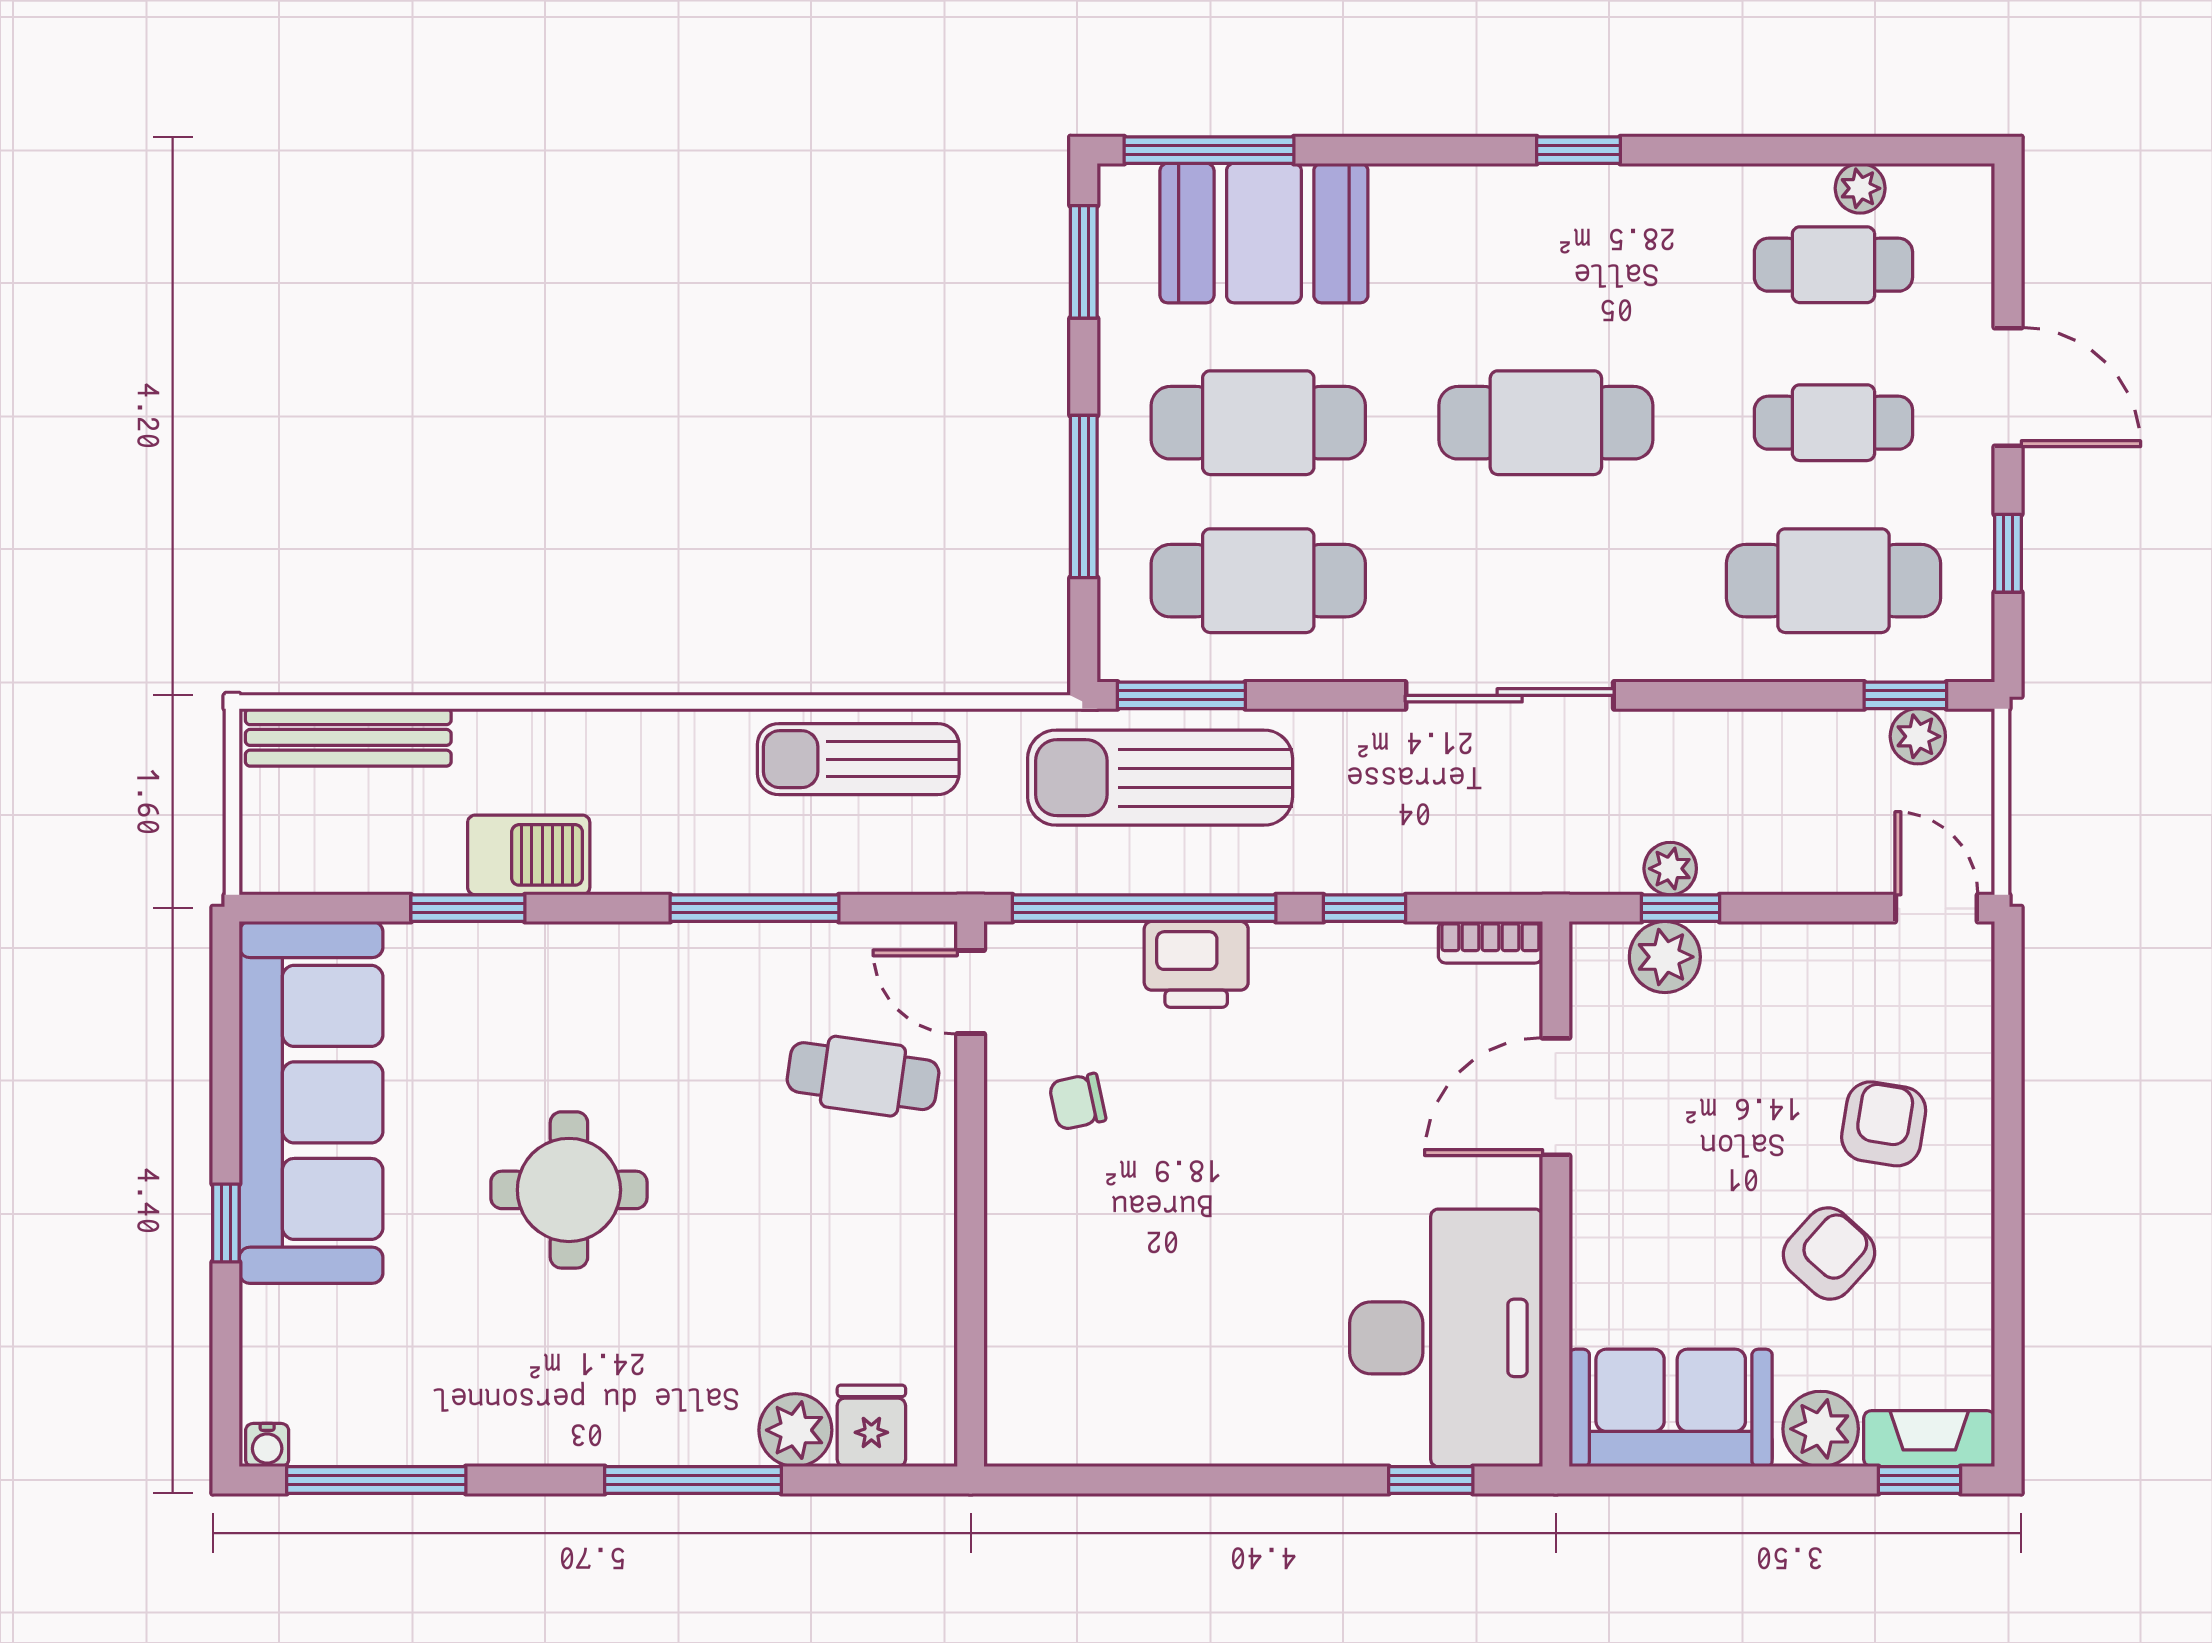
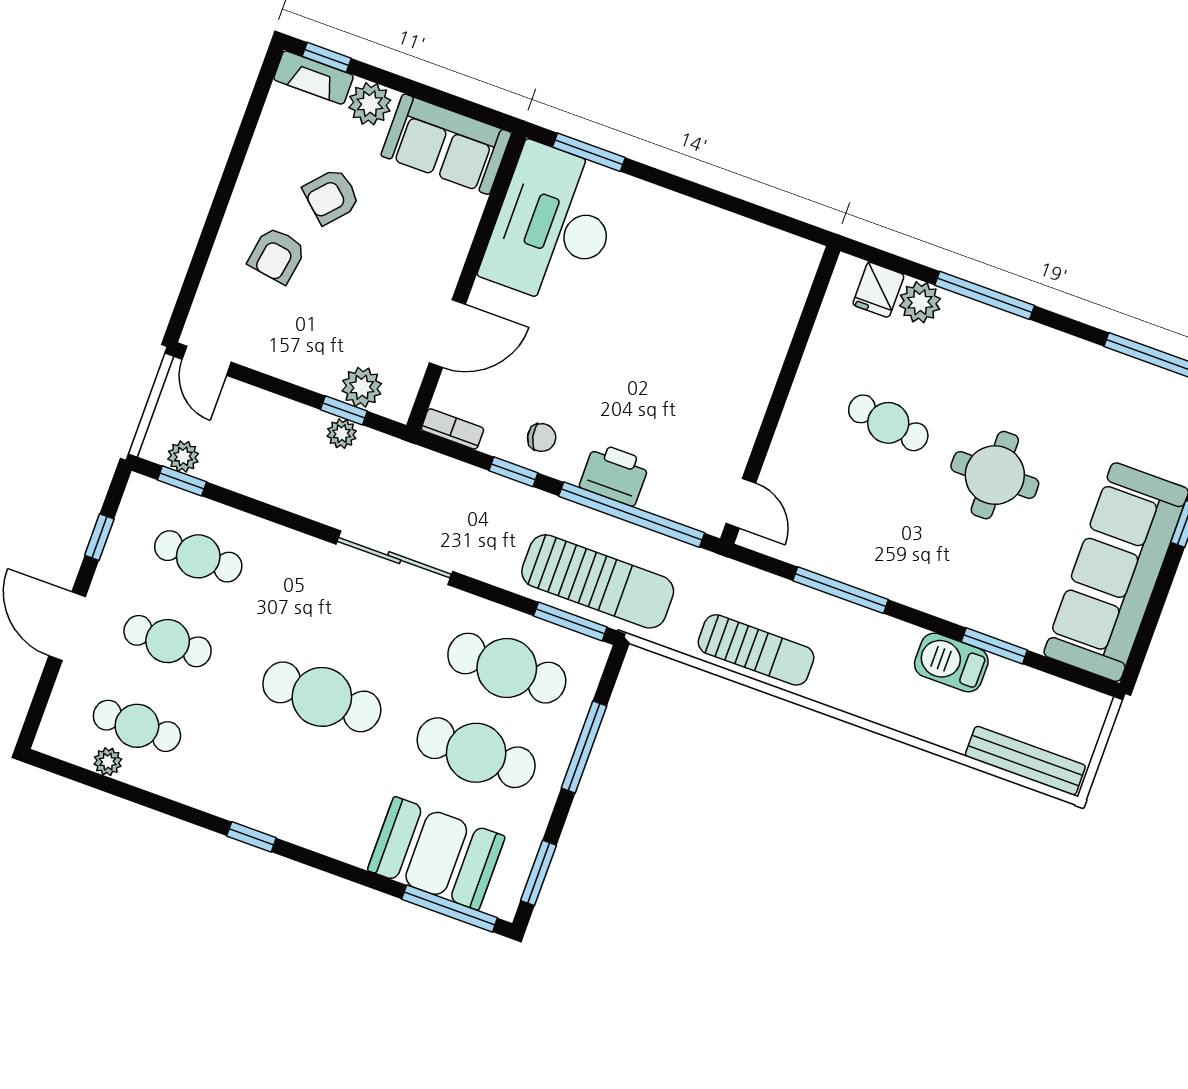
cafe table: (1833, 581) -> (198, 556), width x0.73, depth x0.74
cafe table: (863, 1076) -> (888, 423), moved
chair: (1077, 1102) -> (542, 437), moved
window: (1431, 1480) -> (589, 152), width x1.50

